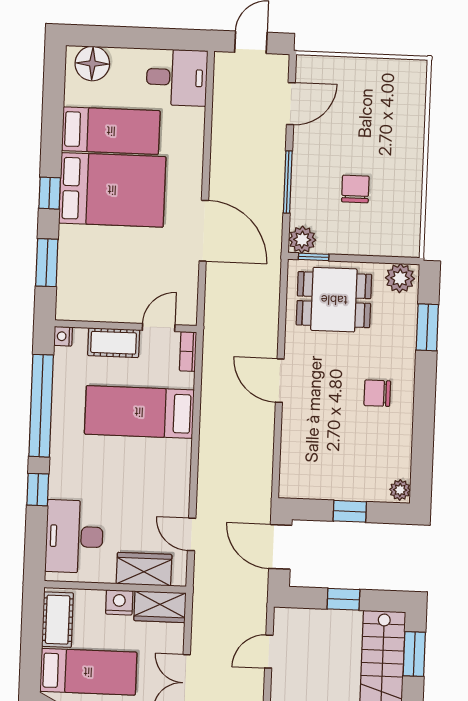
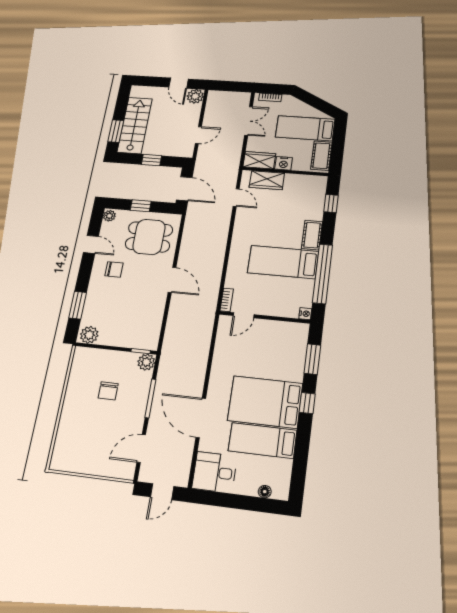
floor lamp: (92, 63) -> (265, 492), width x0.53, depth x0.53
door: (204, 231) -> (201, 418), moved
dining table: (334, 300) -> (149, 237), moved
cot: (114, 343) -> (312, 235), moved, turned 90
bed: (139, 412) -> (283, 262), moved, turned 180
door: (423, 436) -> (91, 244), added
window: (38, 490) -> (331, 204), moved
desk: (74, 536) -> (308, 199), removed

